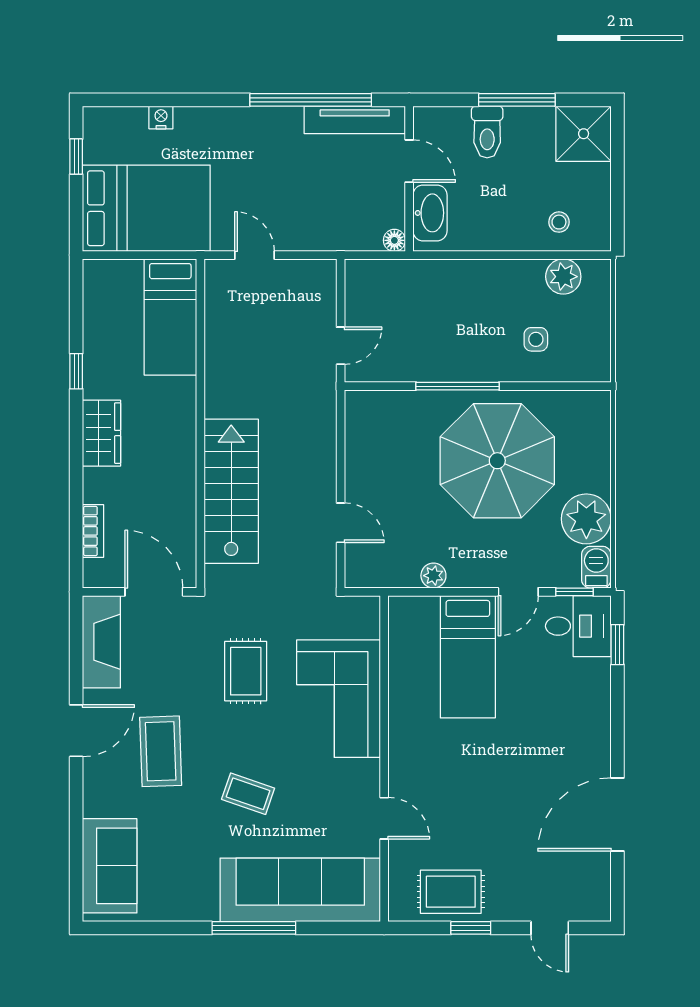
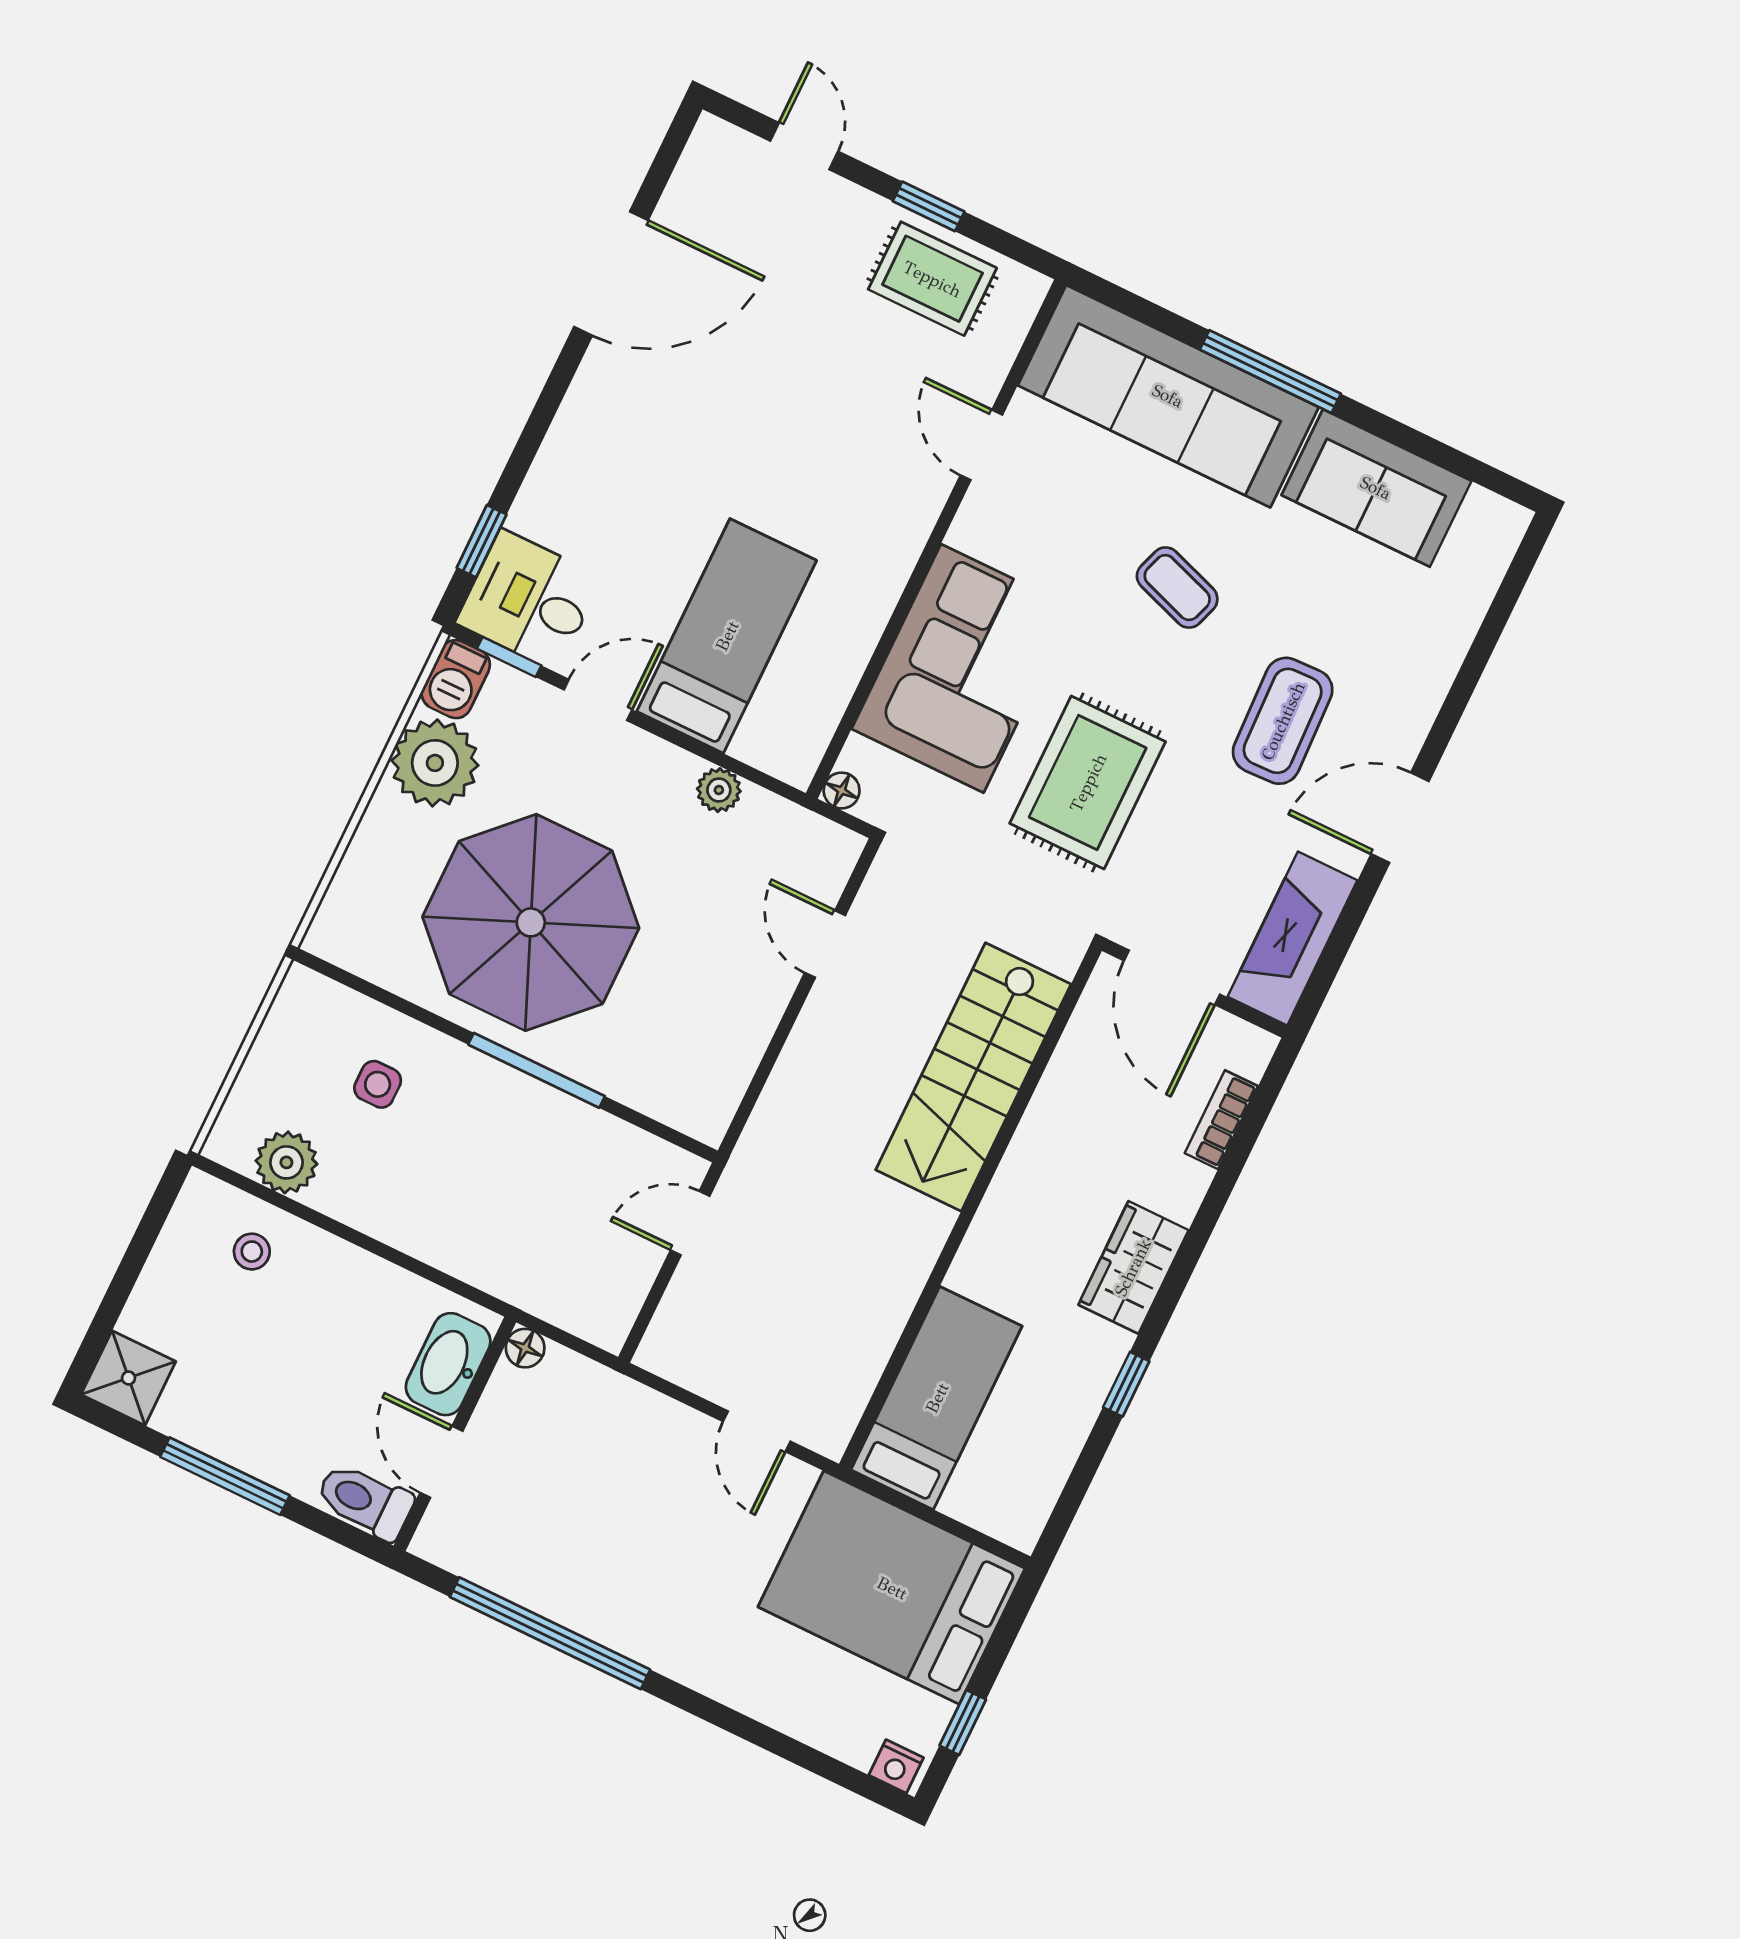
nightstand: (161, 117) -> (896, 1766), moved
tv unit: (355, 120) -> (496, 1568), removed
toilet: (487, 132) -> (365, 1501), moved, turned -90
shower: (584, 134) -> (129, 1378), width x0.73, depth x0.73
floor lamp: (370, 606) -> (842, 791), added
rug: (246, 671) -> (1088, 783), width x1.36, depth x1.43
sofa: (110, 866) -> (1376, 488), moved, turned -90

